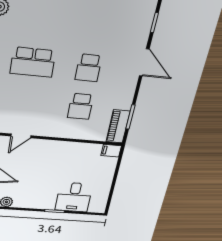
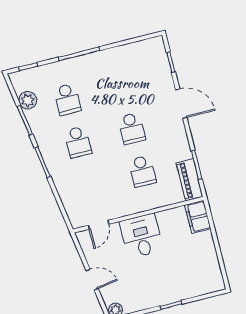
school desk: (39, 20) -> (67, 99), added
school desk: (33, 62) -> (78, 142), width x0.54
filing cabinet: (111, 151) -> (198, 217), width x2.00
desk: (74, 197) -> (141, 236), moved, turned 180

